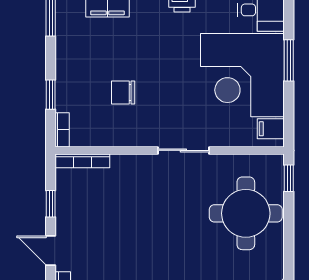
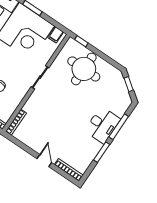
window: (51, 204) -> (25, 147), removed
door: (51, 251) -> (44, 161), swing flipped

